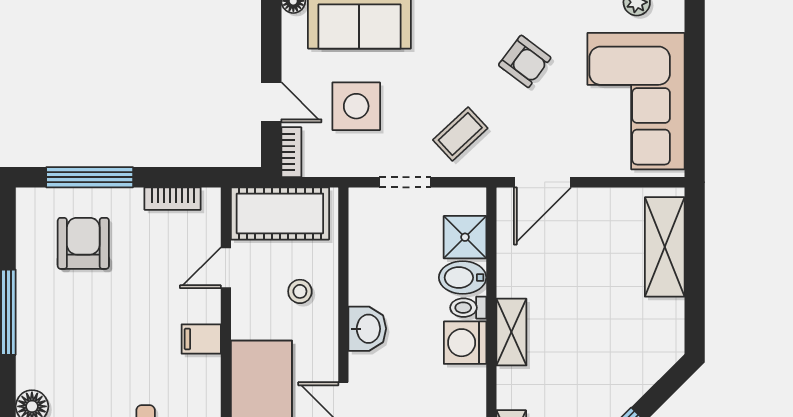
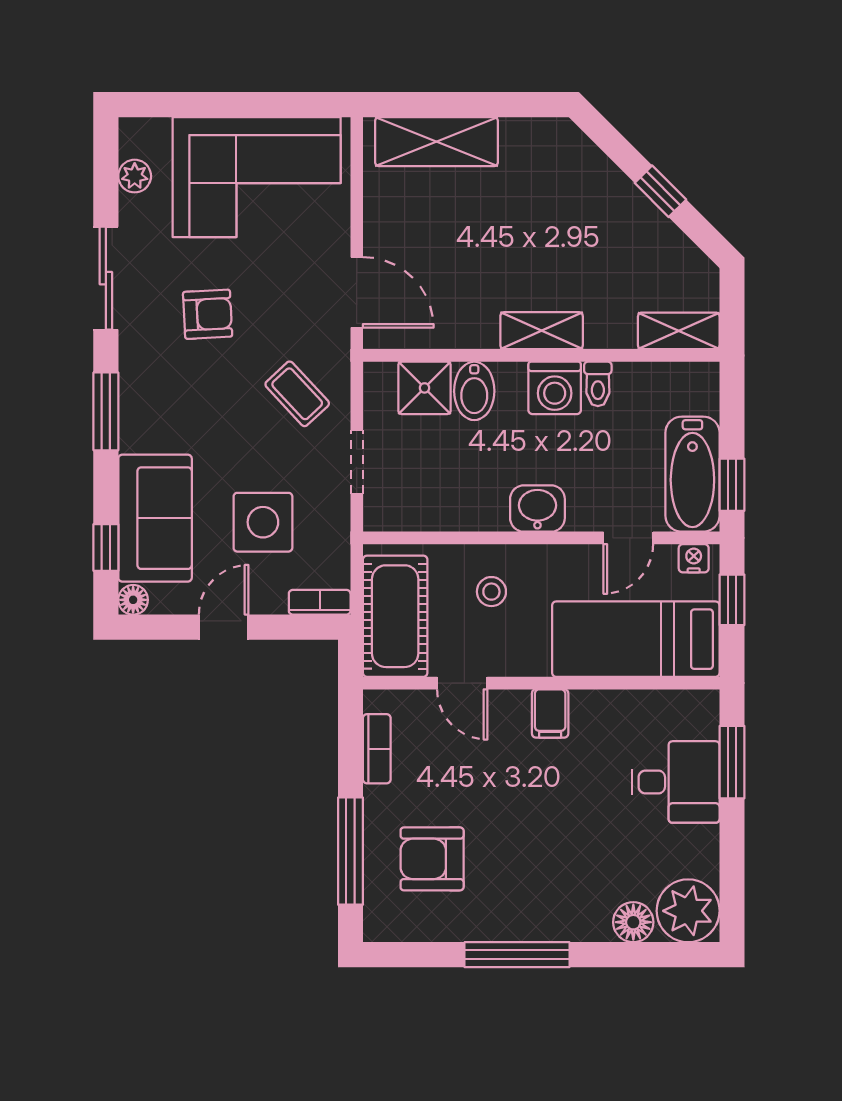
armchair: (525, 61) -> (208, 314), turned 50
door: (271, 102) -> (224, 627), moved
toilet: (468, 308) -> (598, 384), moved

